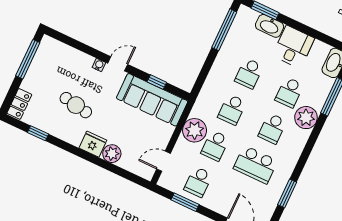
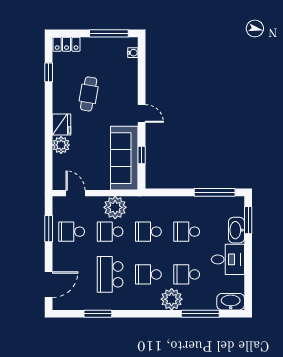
water cooler: (99, 65) -> (133, 53), moved

